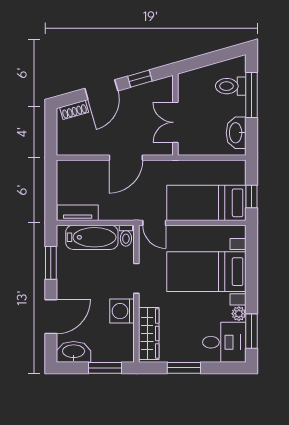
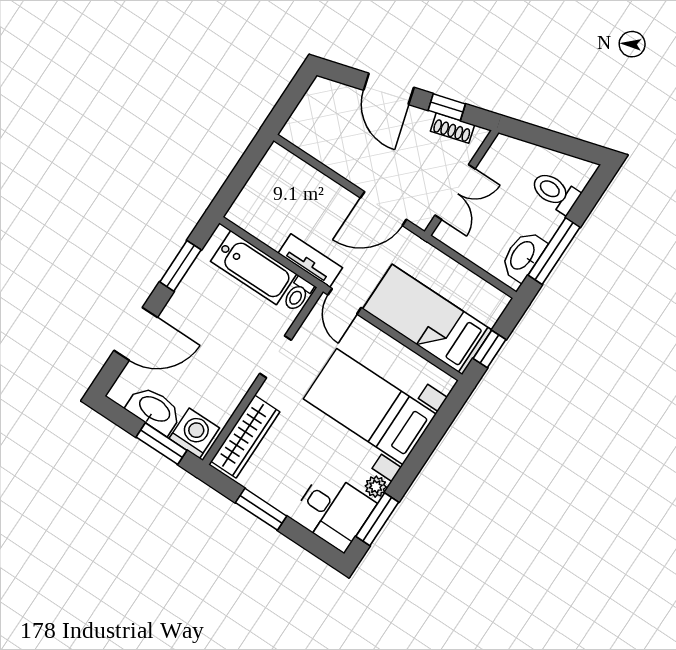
door: (101, 90) -> (389, 89), hinge flipped
window: (251, 95) -> (554, 251), moved
shoe rack: (74, 110) -> (452, 128), moved
double door: (175, 122) -> (455, 192), swing flipped
door: (126, 158) -> (383, 209), moved
tv unit: (78, 213) -> (310, 261), moved
washing machine: (122, 311) -> (194, 433), moved, turned 90
washbasin: (74, 352) -> (154, 410), moved

